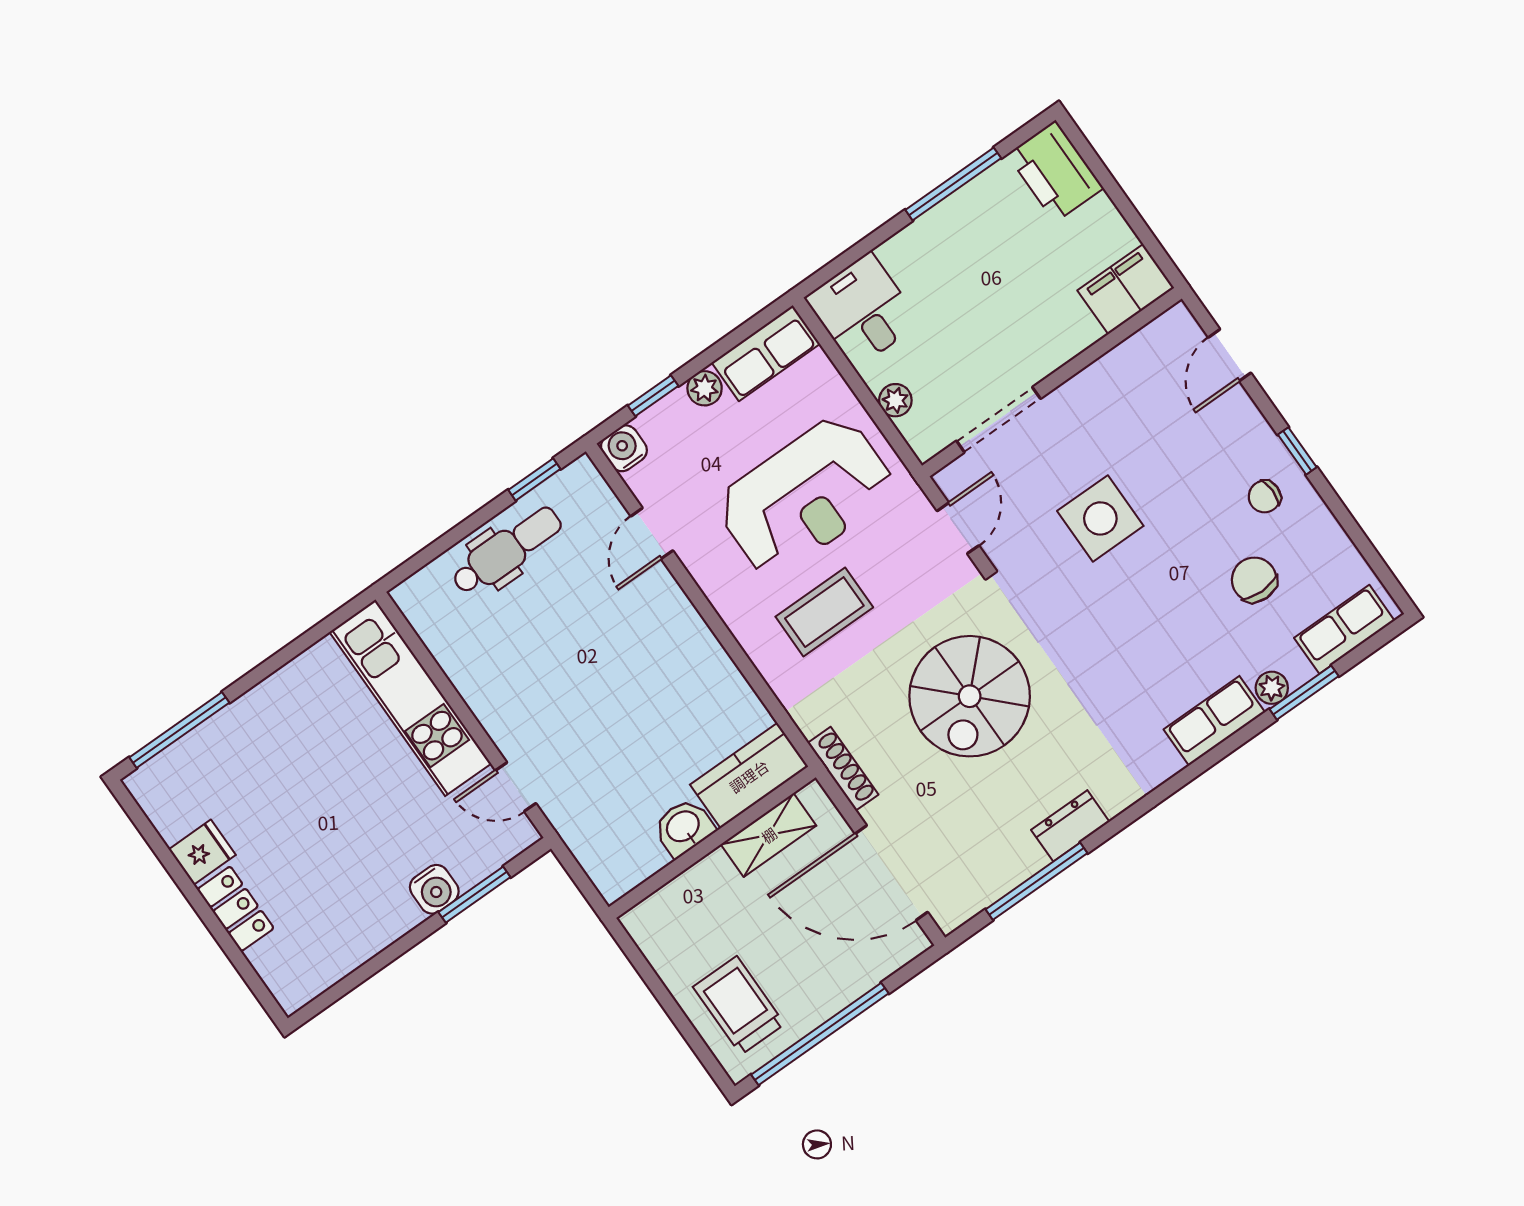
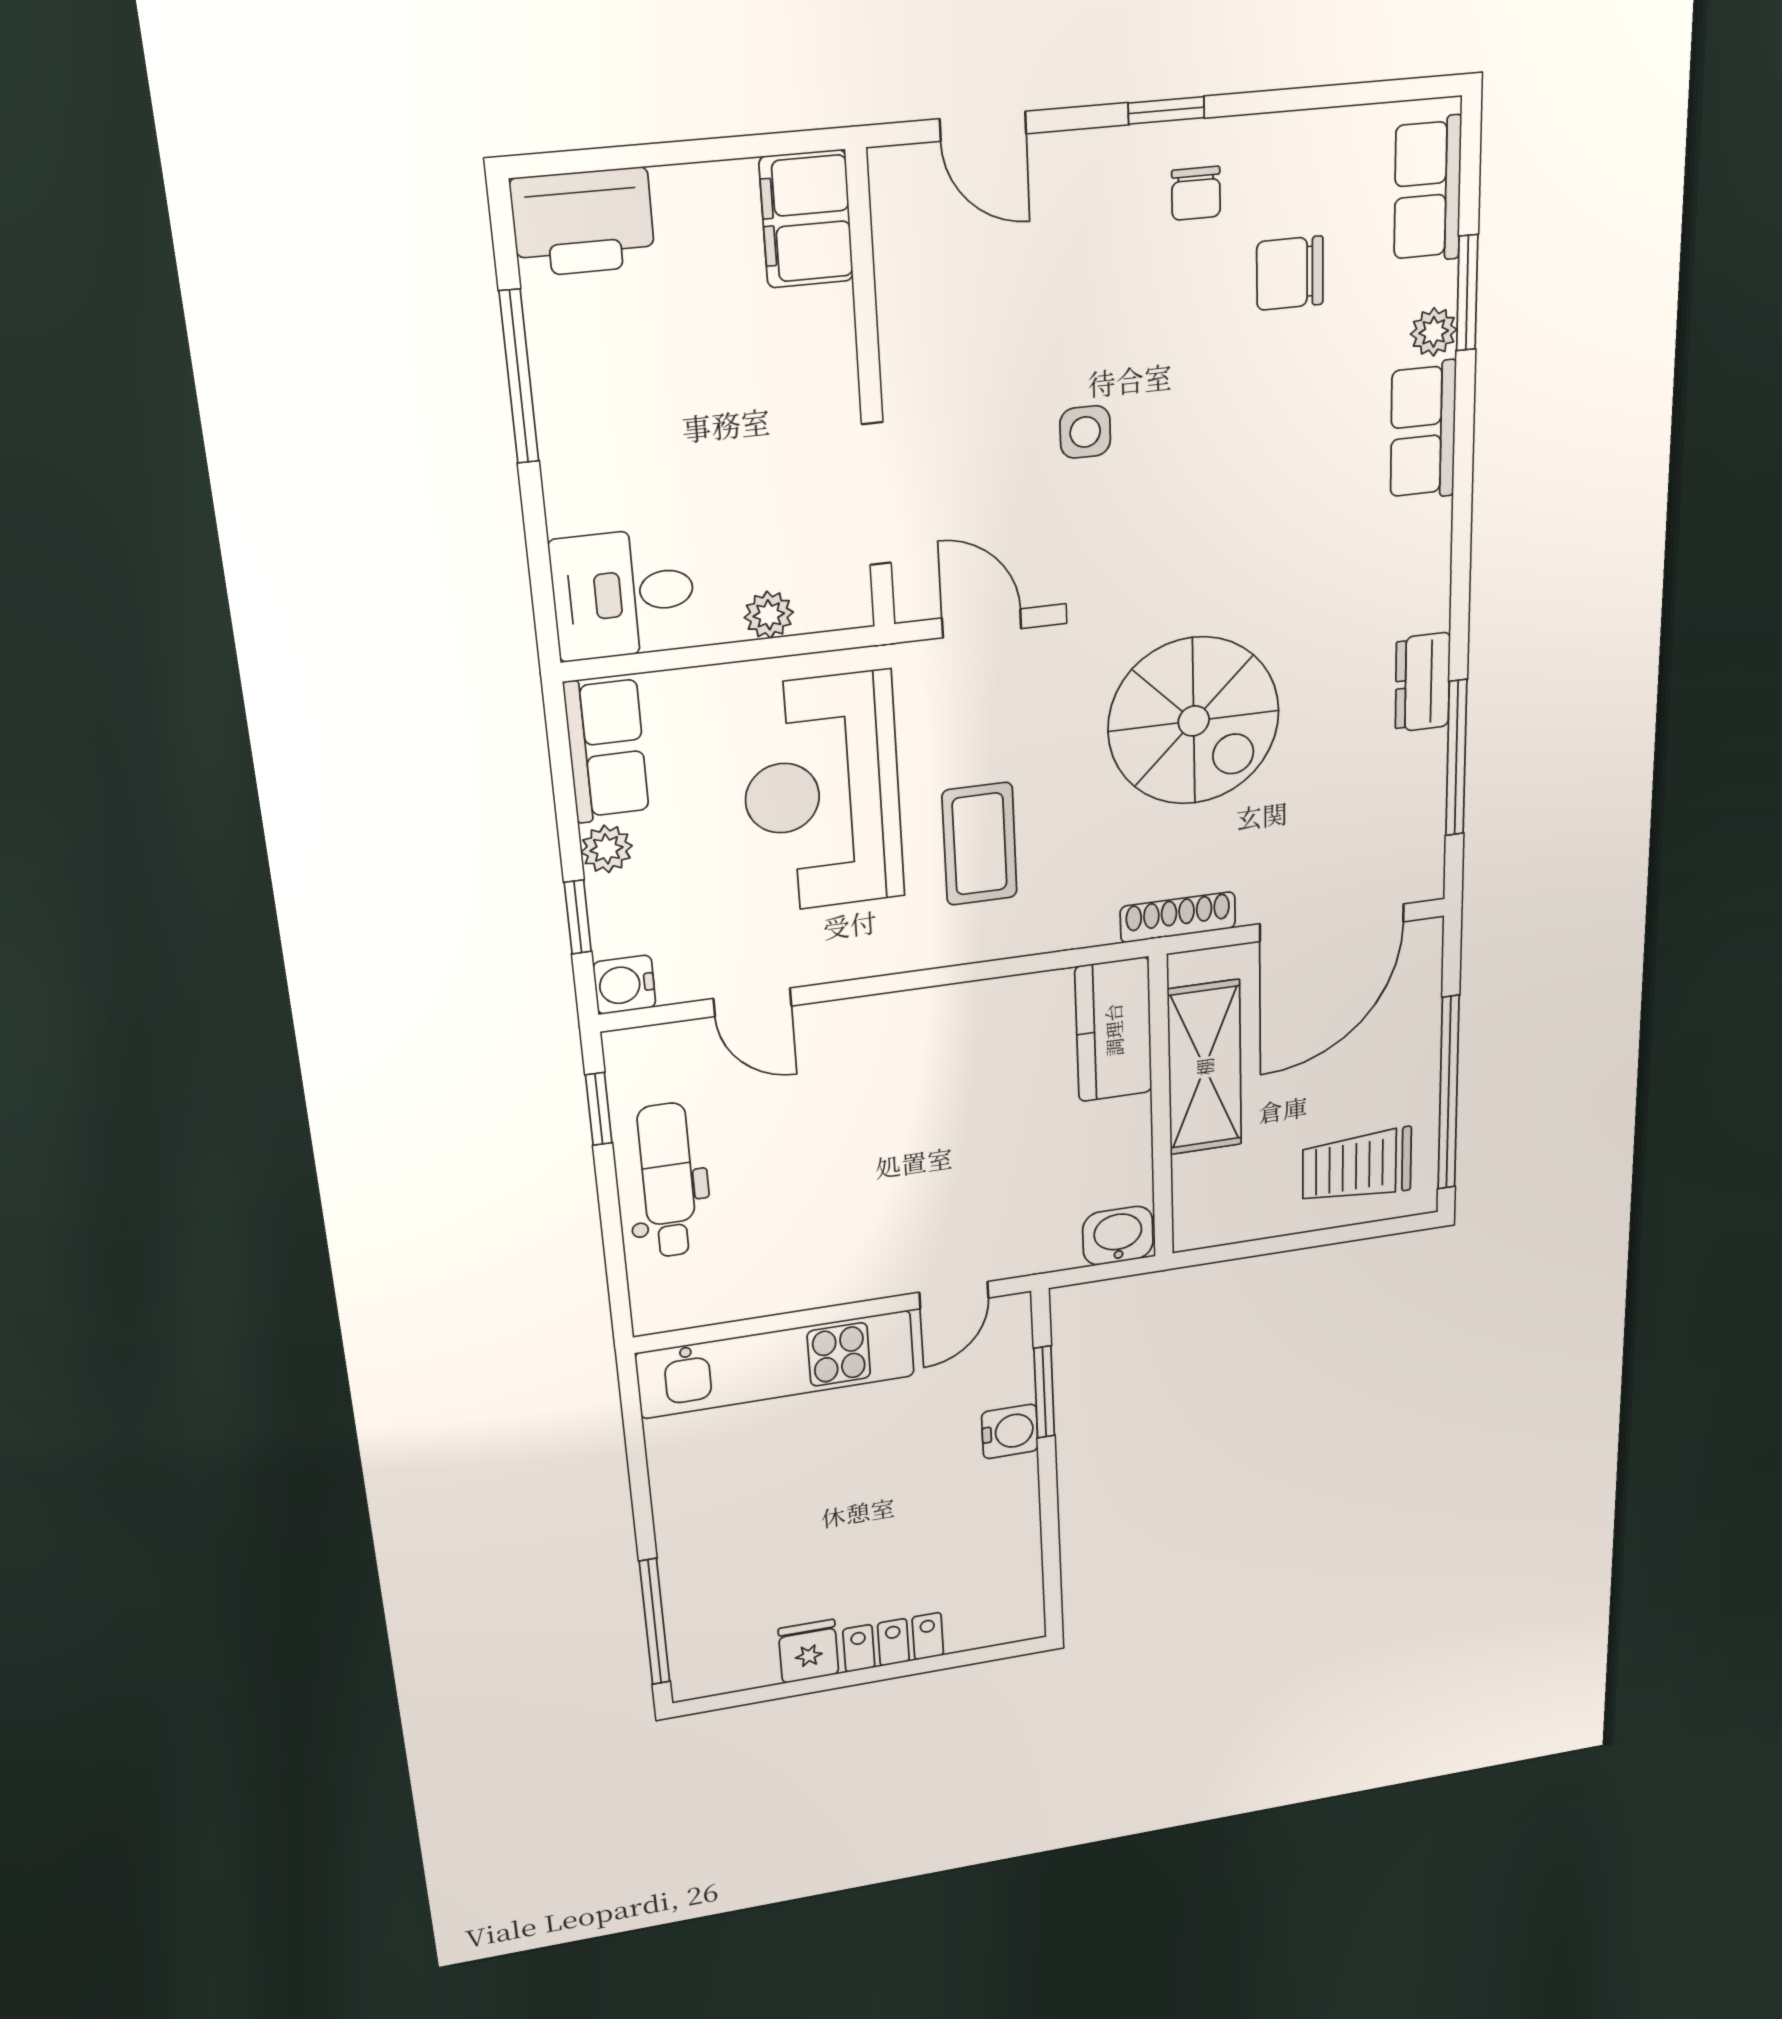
reception desk: (806, 496) -> (822, 793), turned 180
side table: (1100, 518) -> (1085, 432), width x0.54, depth x0.54
washbasin: (684, 827) -> (1118, 1236), moved, turned 90
shelving: (769, 835) -> (1205, 1067), width x1.50, depth x1.33

